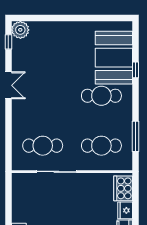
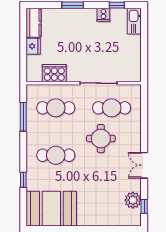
plant: (20, 30) -> (133, 200), moved
booth: (114, 58) -> (51, 209), moved, turned 90
round table: (54, 113) -> (101, 139), added
cooker: (123, 188) -> (54, 73), moved, turned -90

